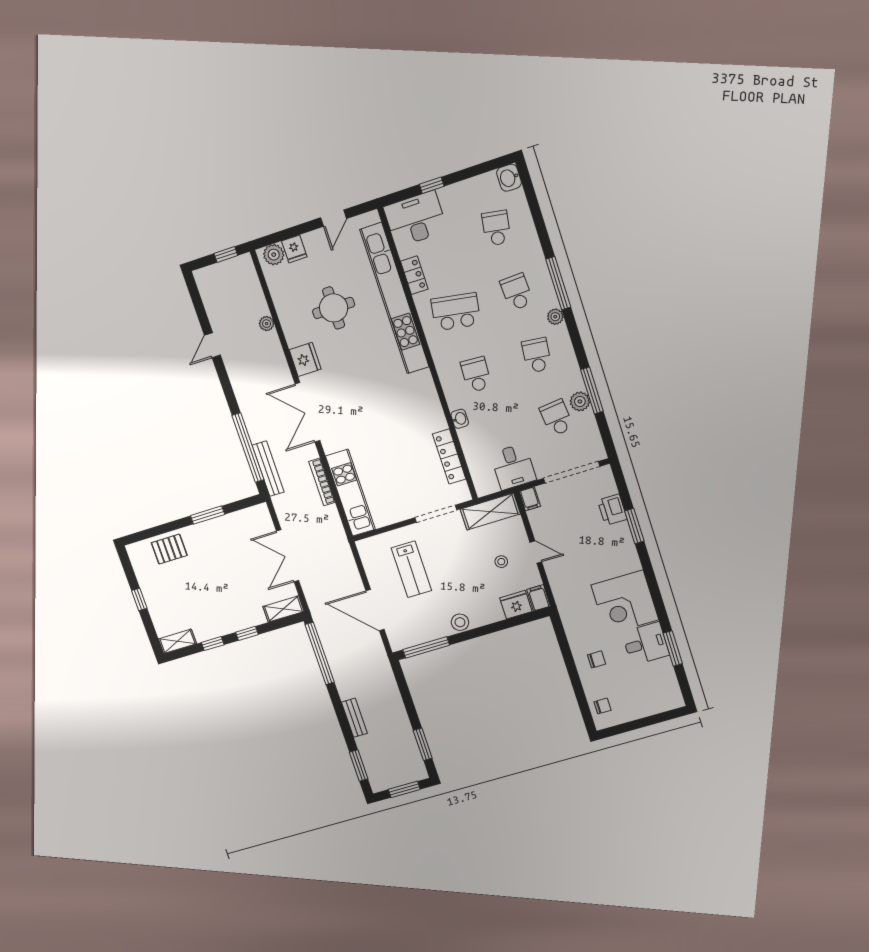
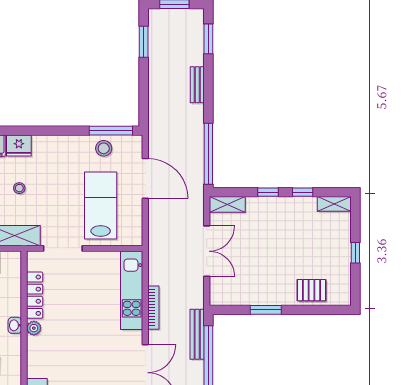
plant: (439, 422) -> (34, 328), added
lab bench: (411, 569) -> (101, 205), width x1.36, depth x1.39
stool: (460, 622) -> (104, 148), moved

